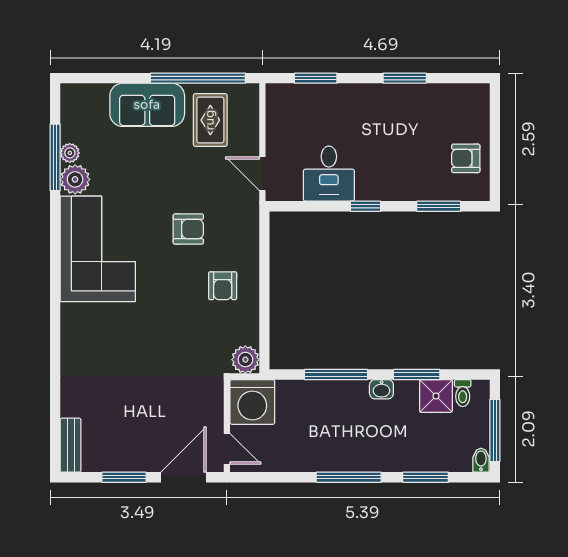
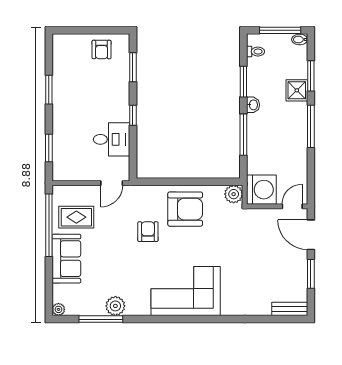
plant: (70, 153) -> (58, 309), moved
corner sofa: (98, 249) -> (186, 291), moved
armchair: (223, 286) -> (185, 209), width x1.88, depth x1.88
shower: (436, 396) -> (297, 90), moved

